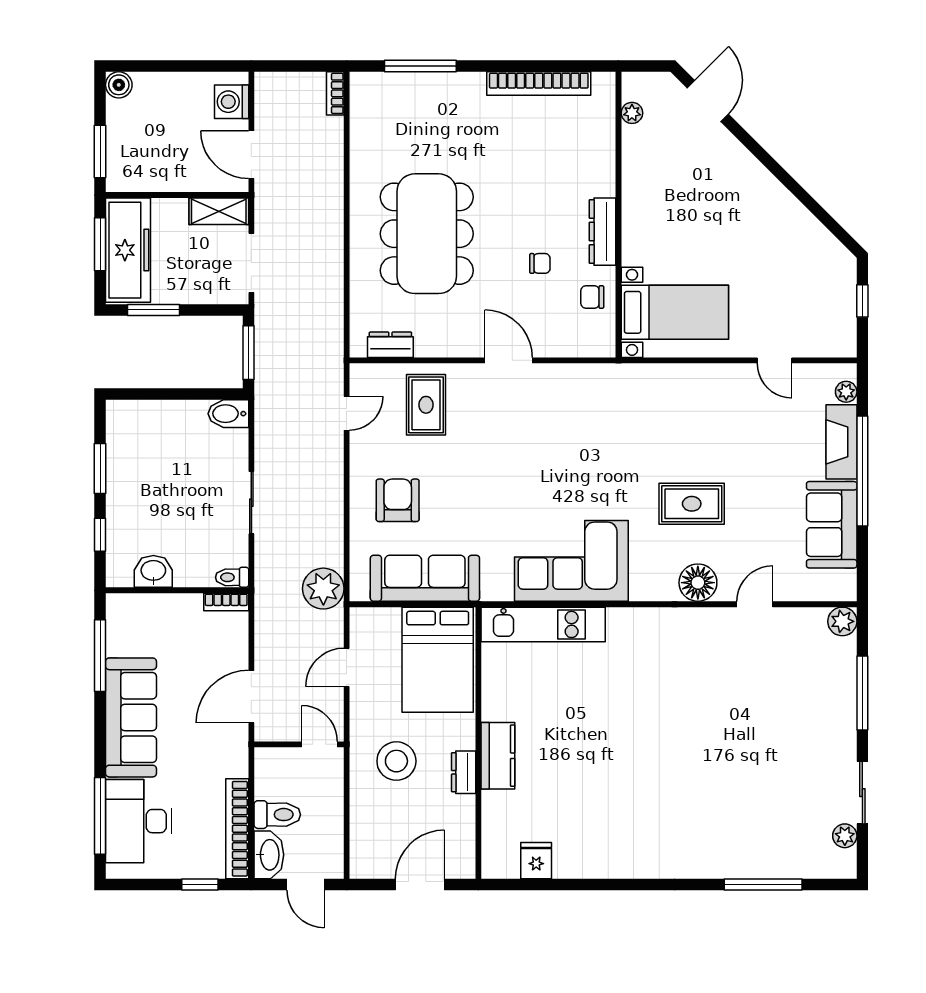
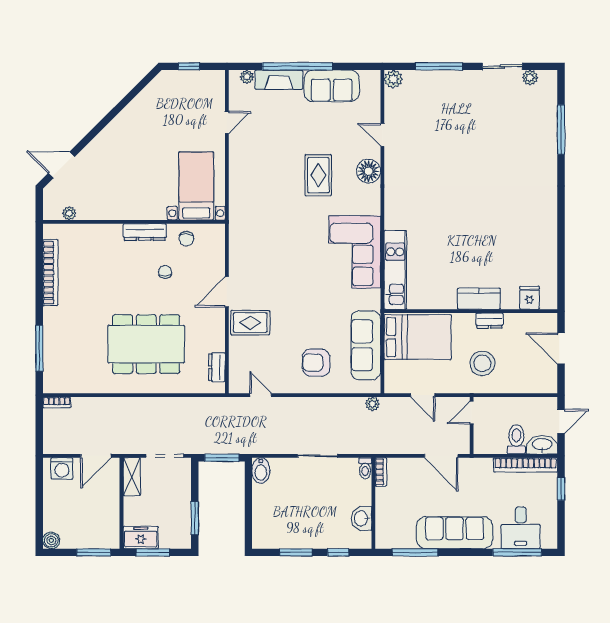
freezer: (128, 250) -> (141, 537), width x0.52, depth x0.79
rug: (426, 405) -> (250, 323), moved
plant: (323, 589) -> (372, 404), width x0.53, depth x0.53
desk: (138, 821) -> (521, 528), width x0.73
fridge: (536, 861) -> (530, 298), moved, turned 90

